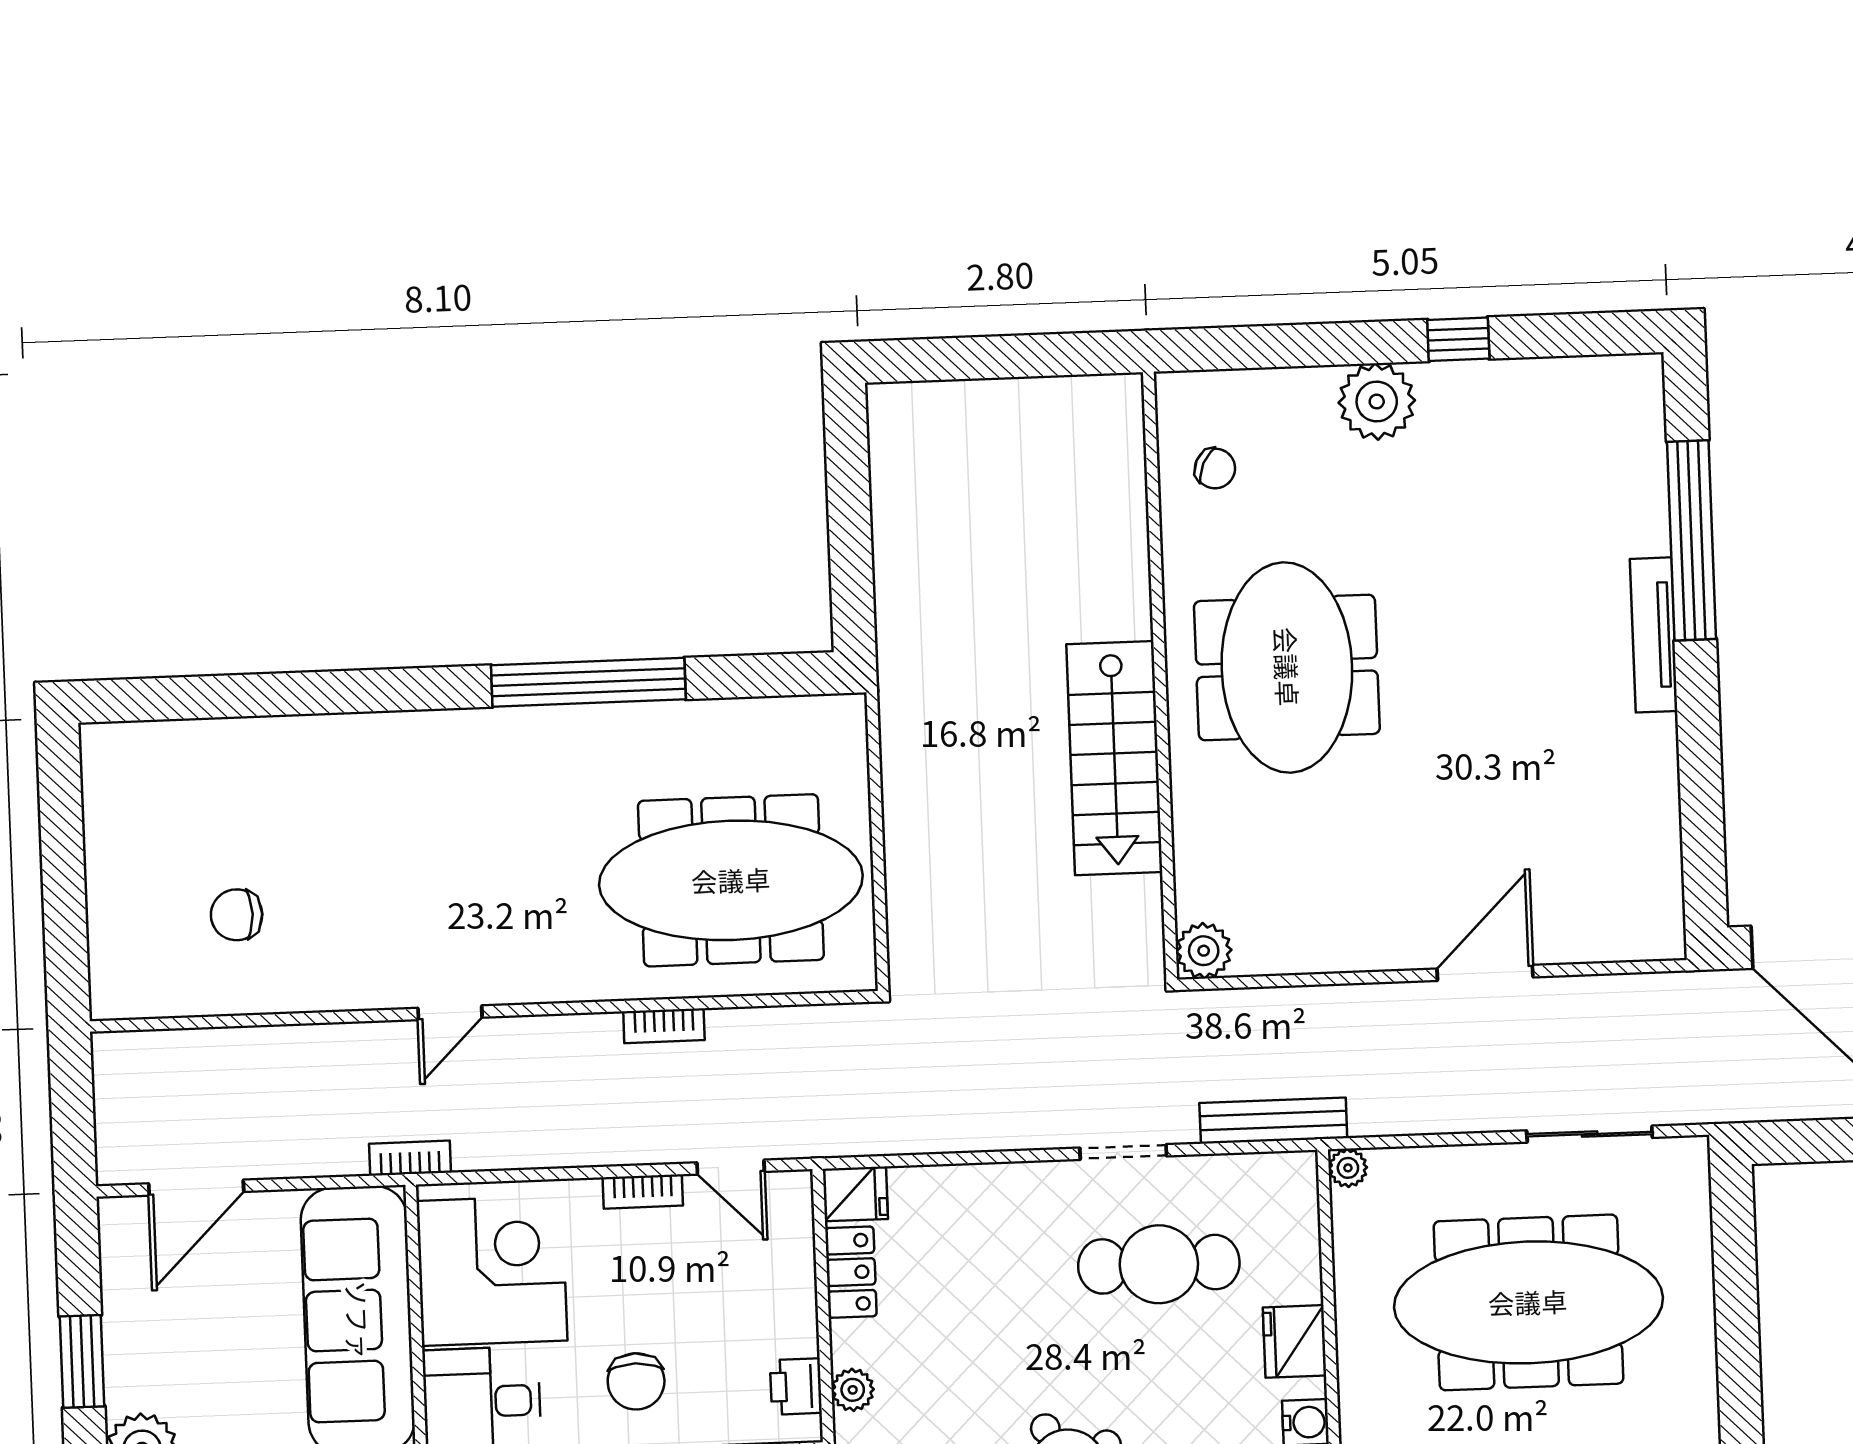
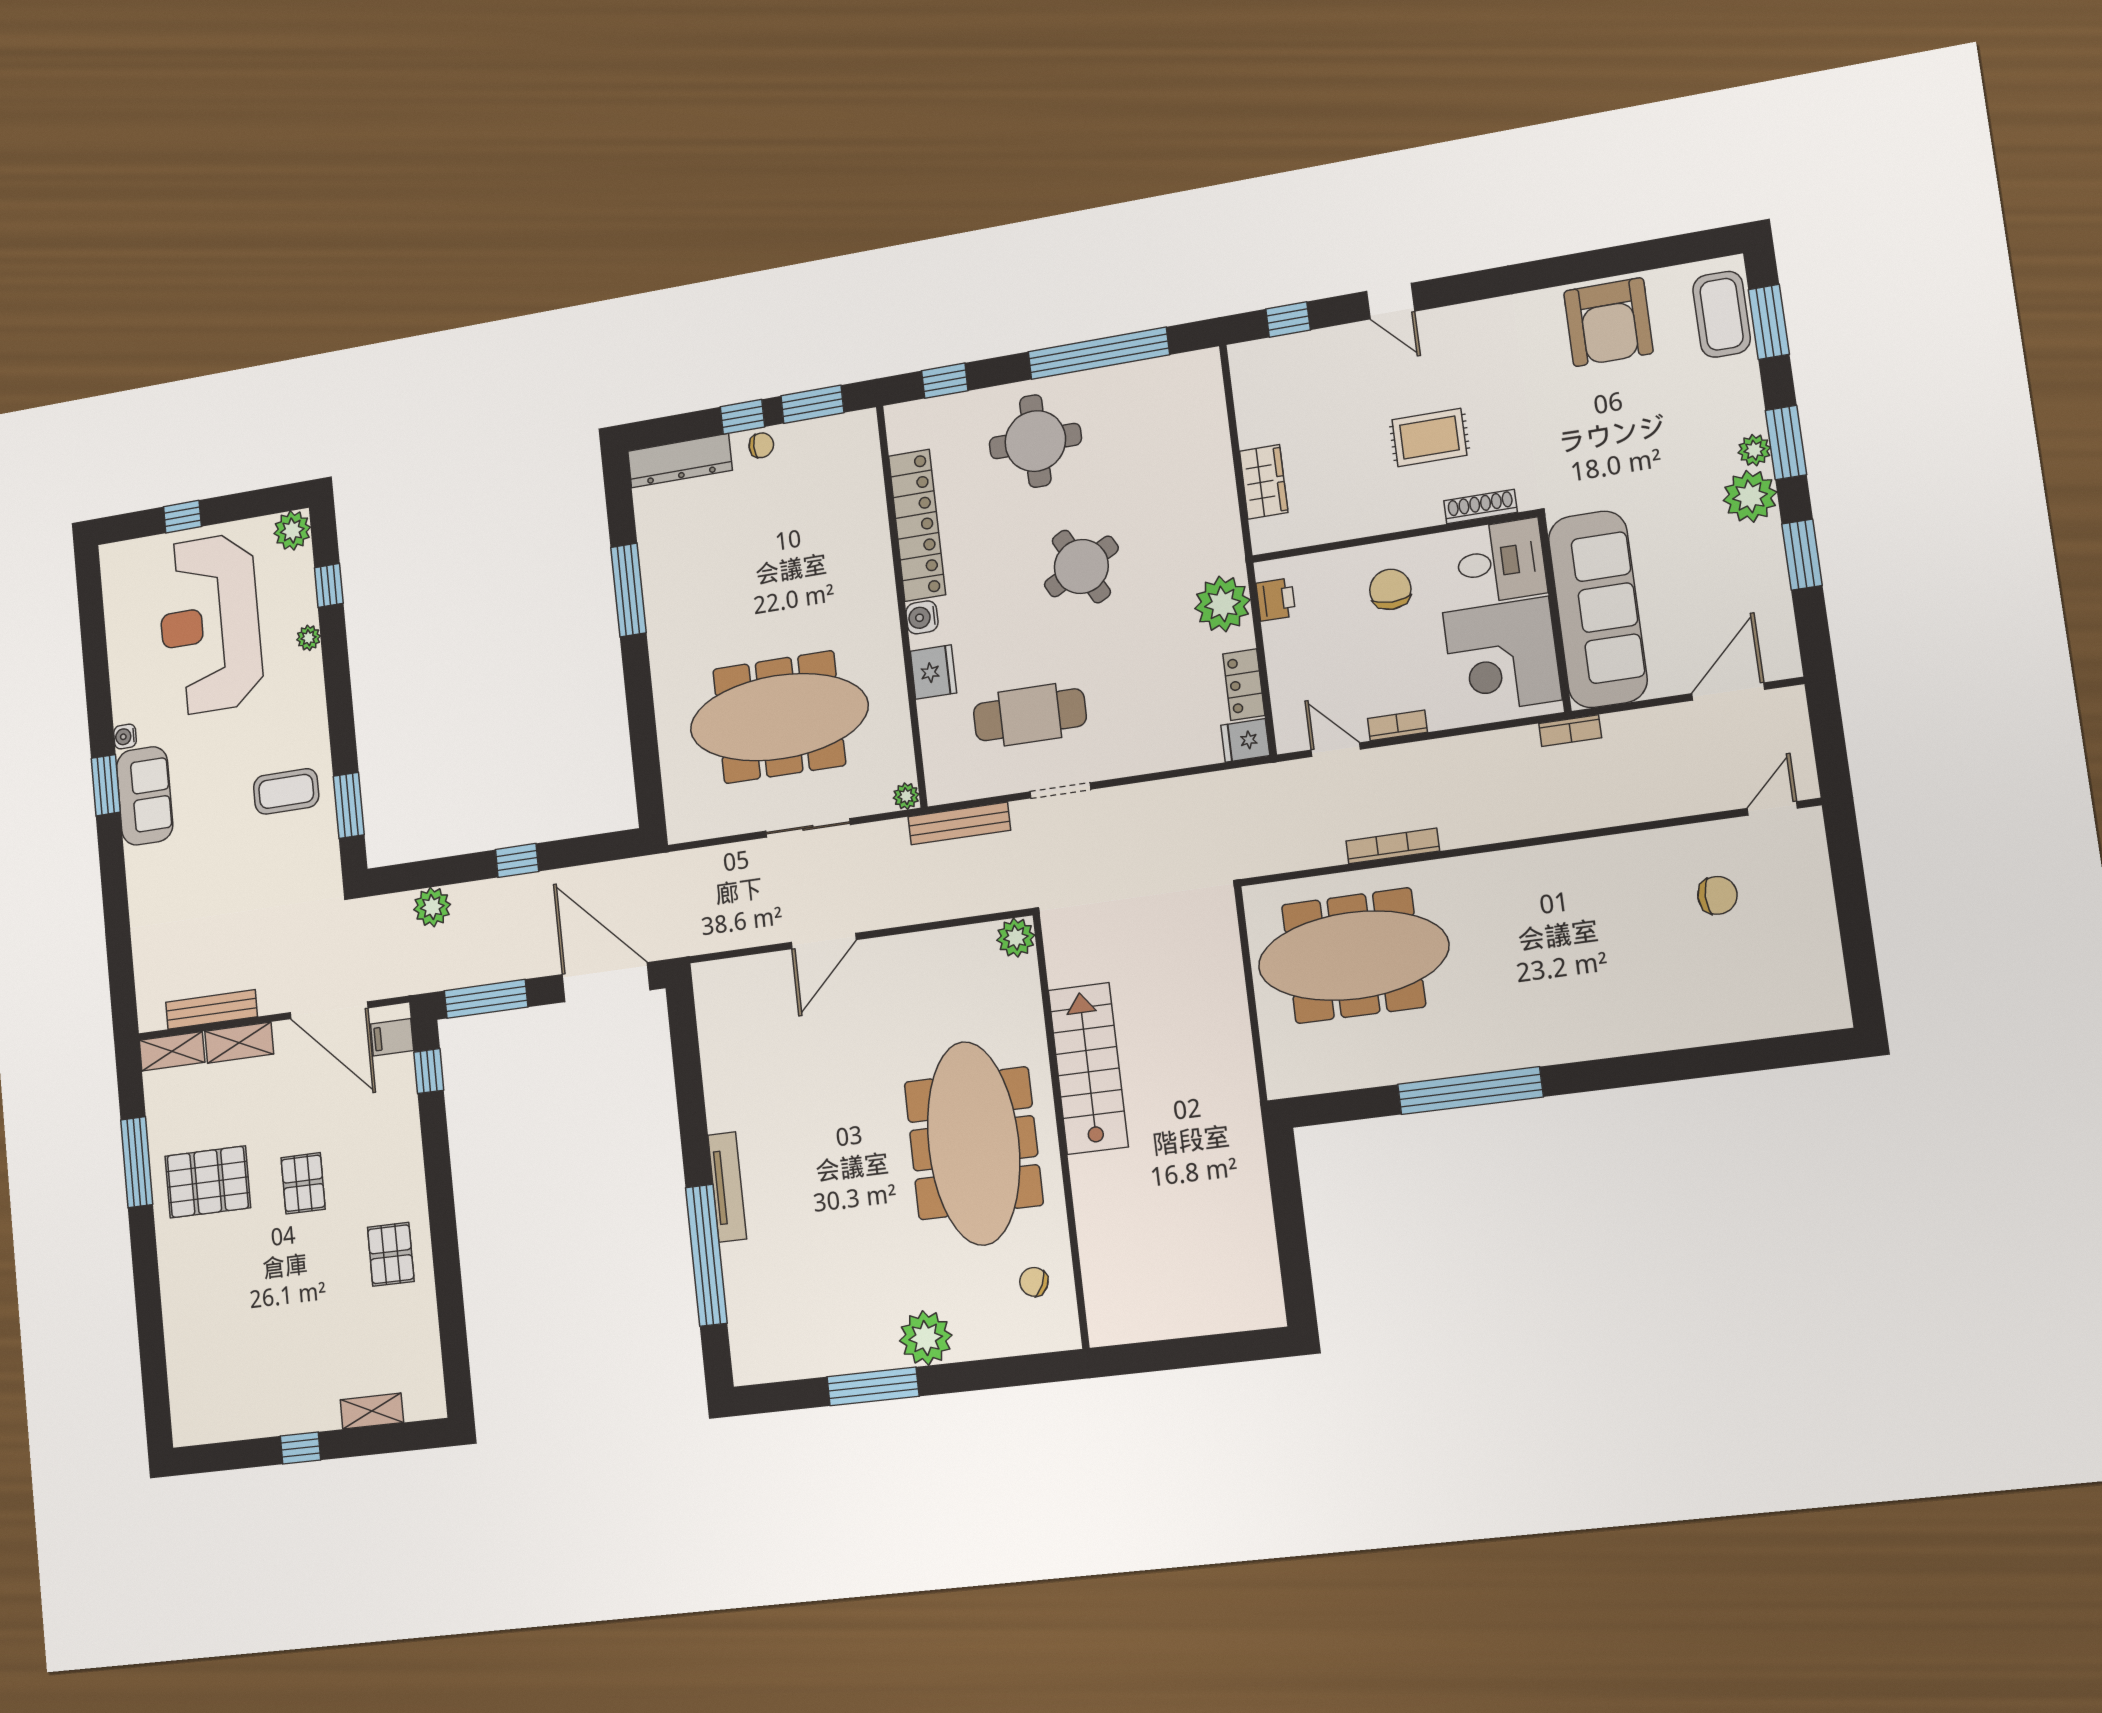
window: (1458, 339) -> (873, 1386), width x2.17
meeting table: (1287, 667) -> (974, 1143), width x1.36
door: (450, 1013) -> (1772, 808), moved
bookcase: (664, 1026) -> (1393, 846), width x1.56
sliding door: (1590, 1134) -> (808, 828), moved
plant: (853, 1390) -> (1222, 604), width x1.87, depth x1.87

